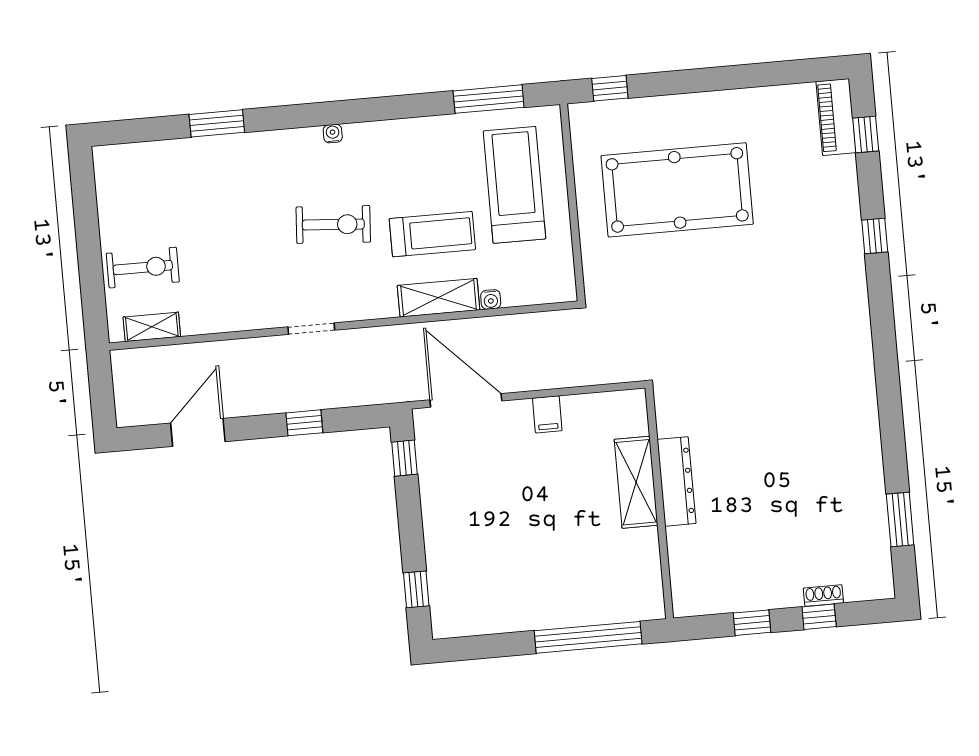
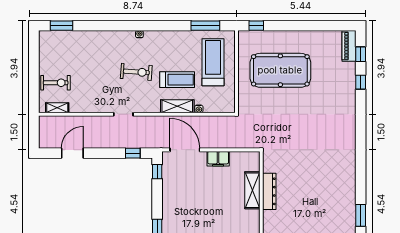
window: (217, 123) -> (61, 26), moved
window: (875, 236) -> (361, 82), moved
filing cabinet: (547, 414) -> (218, 159), width x2.00
window: (304, 423) -> (133, 153), moved

